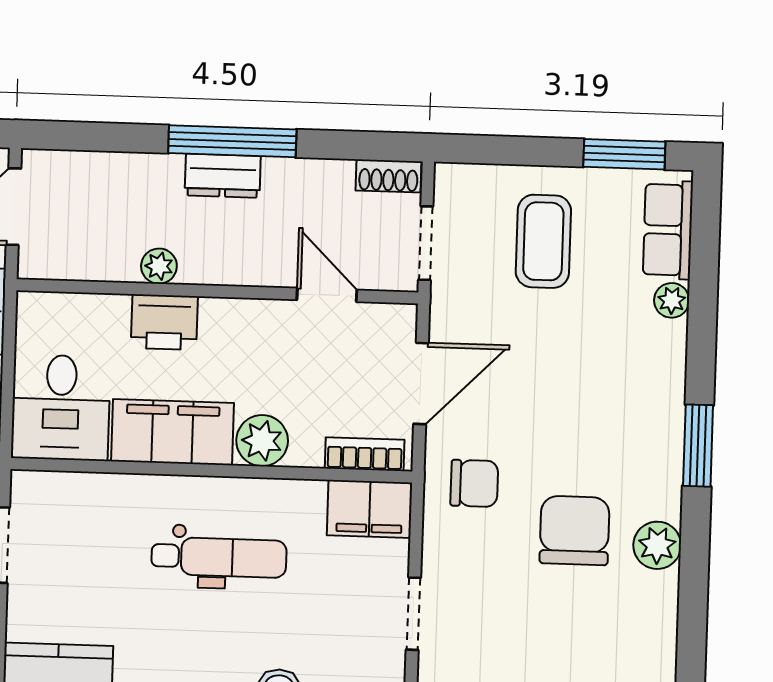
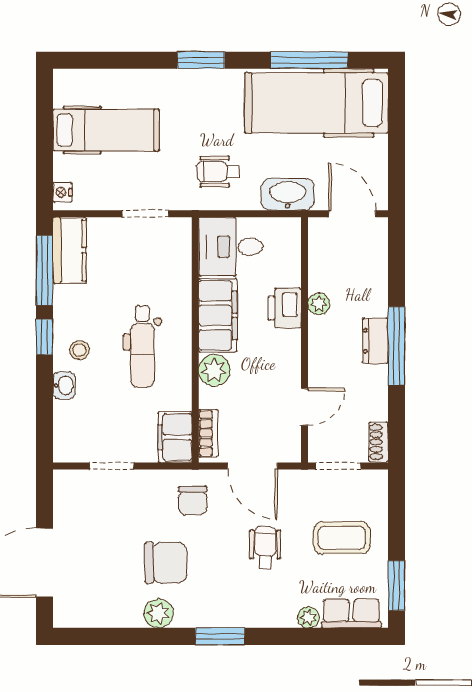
wheelchair: (555, 367) -> (265, 548), added
stool: (222, 661) -> (79, 350), added

